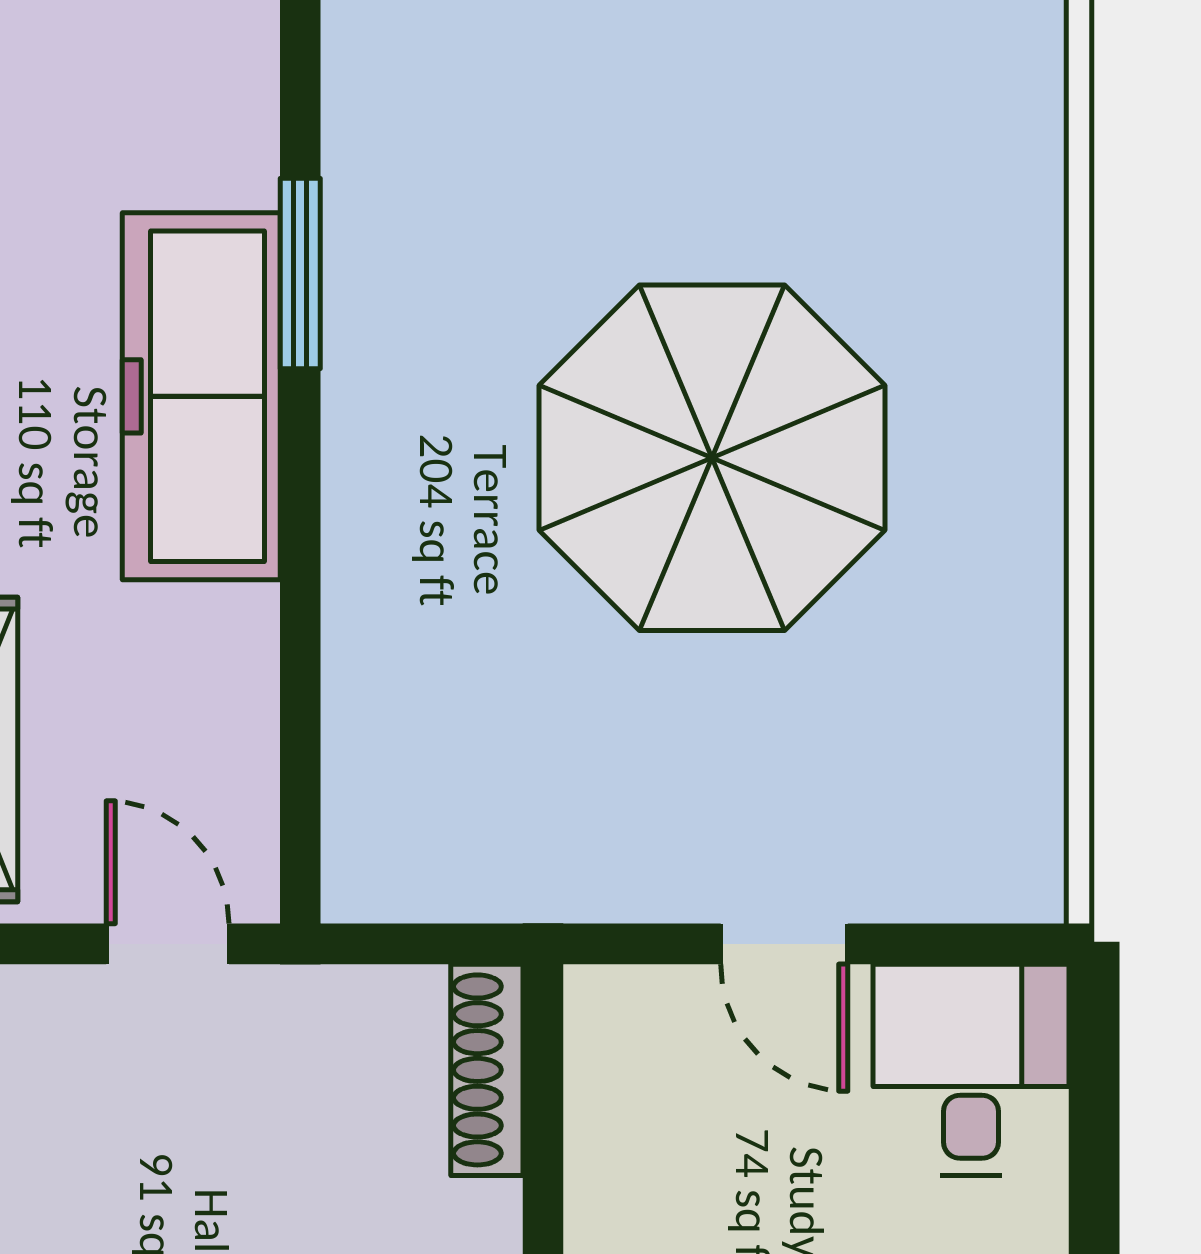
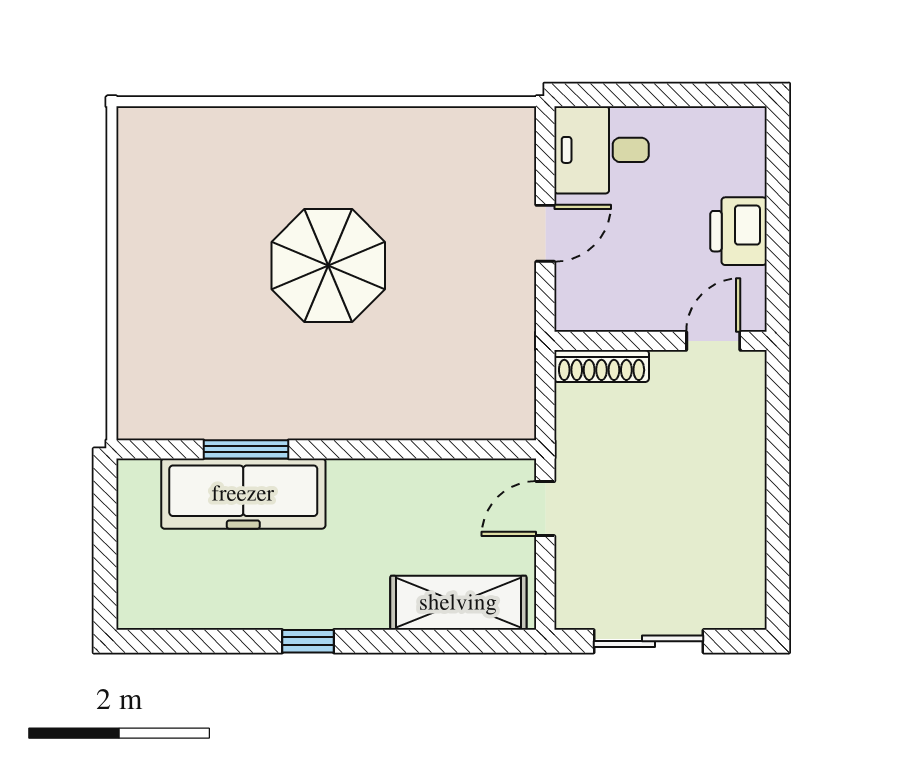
freezer: (201, 396) -> (243, 494), moved
parasol: (712, 458) -> (328, 266), width x0.73, depth x0.73

